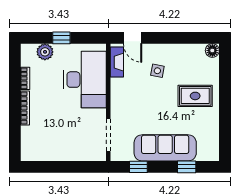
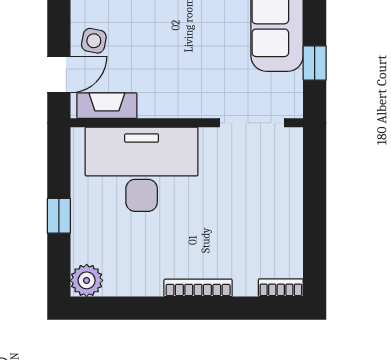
plant: (45, 52) -> (87, 280), moved
side table: (157, 71) -> (94, 41), moved
bookcase: (25, 78) -> (281, 288), moved

